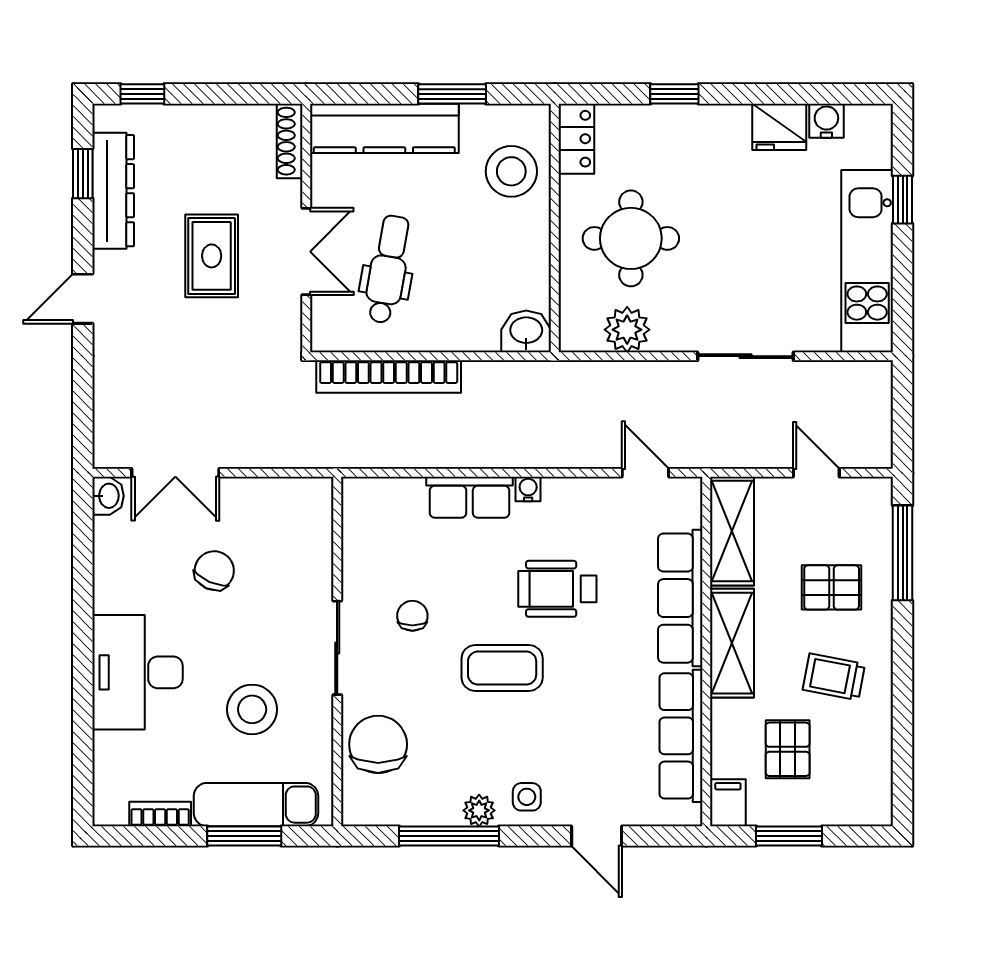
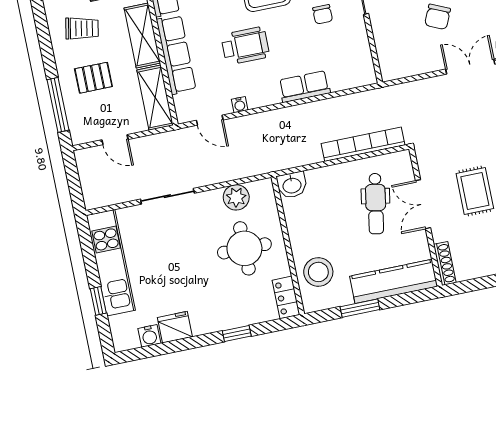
water cooler: (528, 489) -> (240, 105), moved

